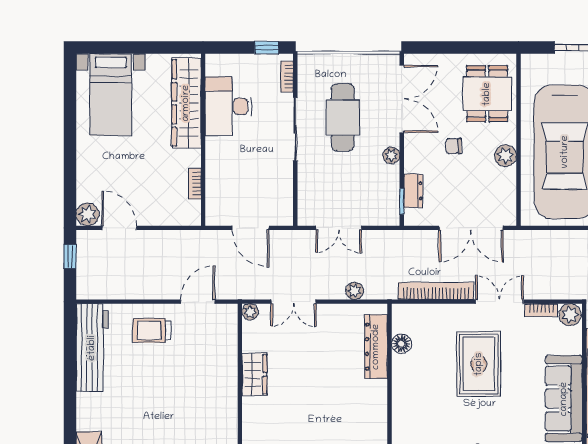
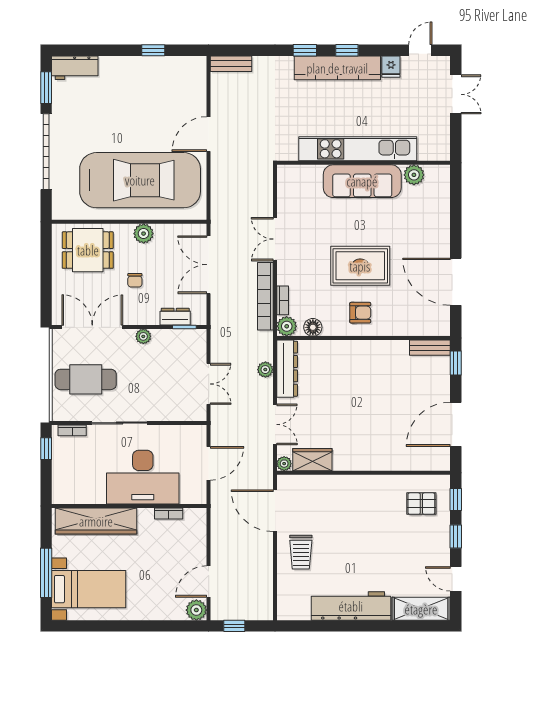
window: (129, 48) -> (46, 573), added
desk: (228, 106) -> (143, 477), moved, width x1.36, depth x1.30
cafe table: (343, 117) -> (86, 379), moved
double door: (471, 228) -> (209, 265), swing flipped
door: (198, 302) -> (275, 511), width x1.36
bookcase: (541, 310) -> (283, 300), moved
plant: (570, 315) -> (287, 326), moved
dresser: (376, 347) -> (287, 369), moved, turned -90
workbench: (92, 348) -> (351, 606), moved
rug: (479, 364) -> (360, 266), moved
wardrobe: (255, 374) -> (312, 460), moved
armchair: (418, 396) -> (360, 313), added

